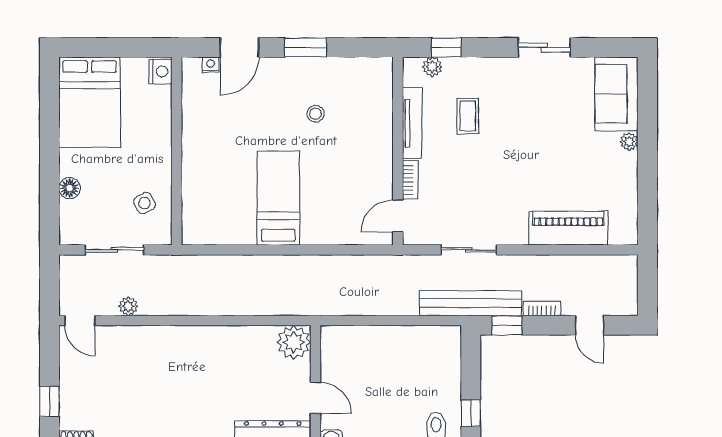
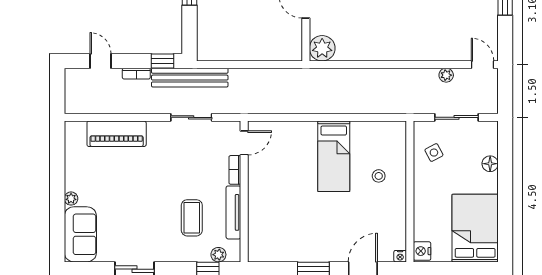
nightstand: (211, 65) -> (400, 256), moved
stool: (315, 114) -> (379, 176), moved
coffee table: (468, 116) -> (192, 218), width x1.36, depth x1.30

